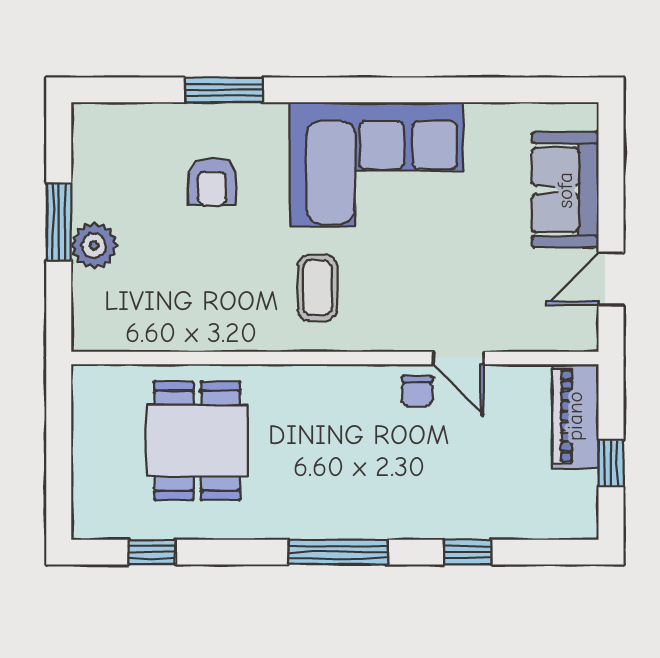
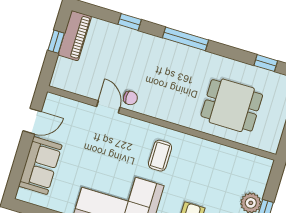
chair: (417, 391) -> (130, 98), turned 90
piano: (575, 416) -> (75, 36), moved
dining table: (197, 441) -> (232, 105), turned 90

